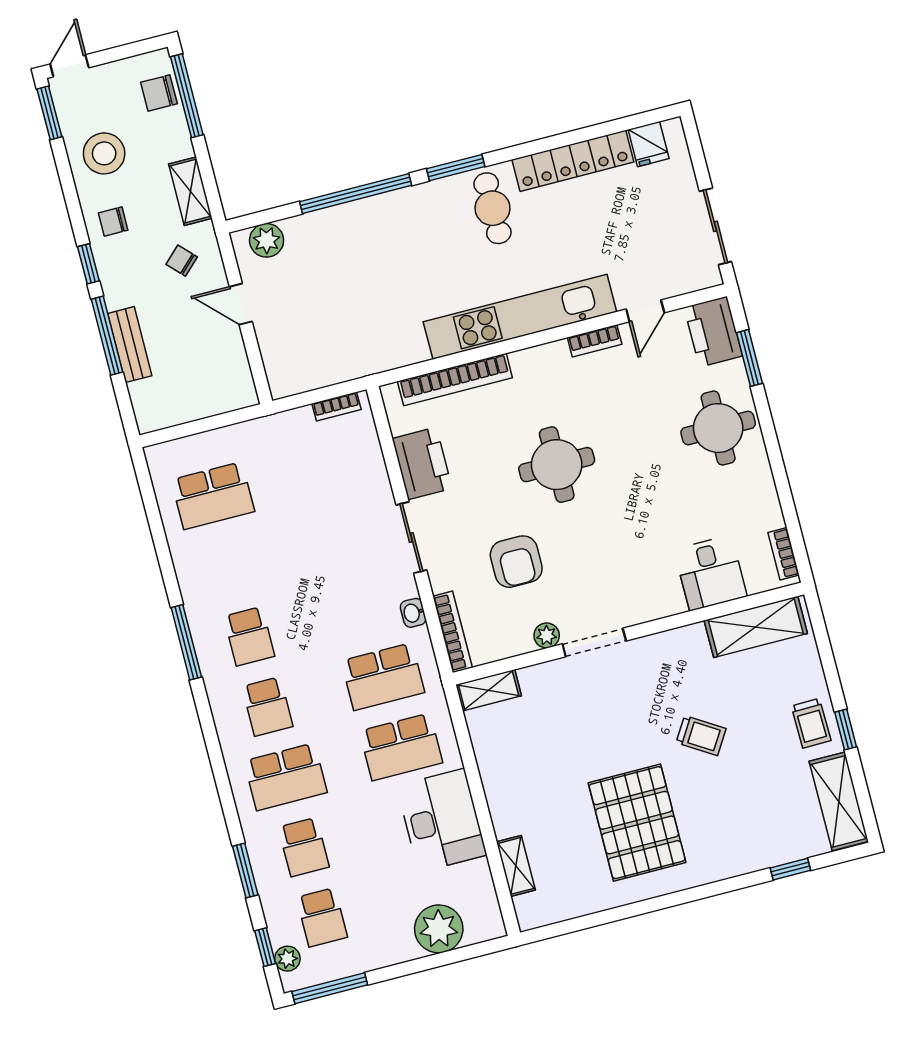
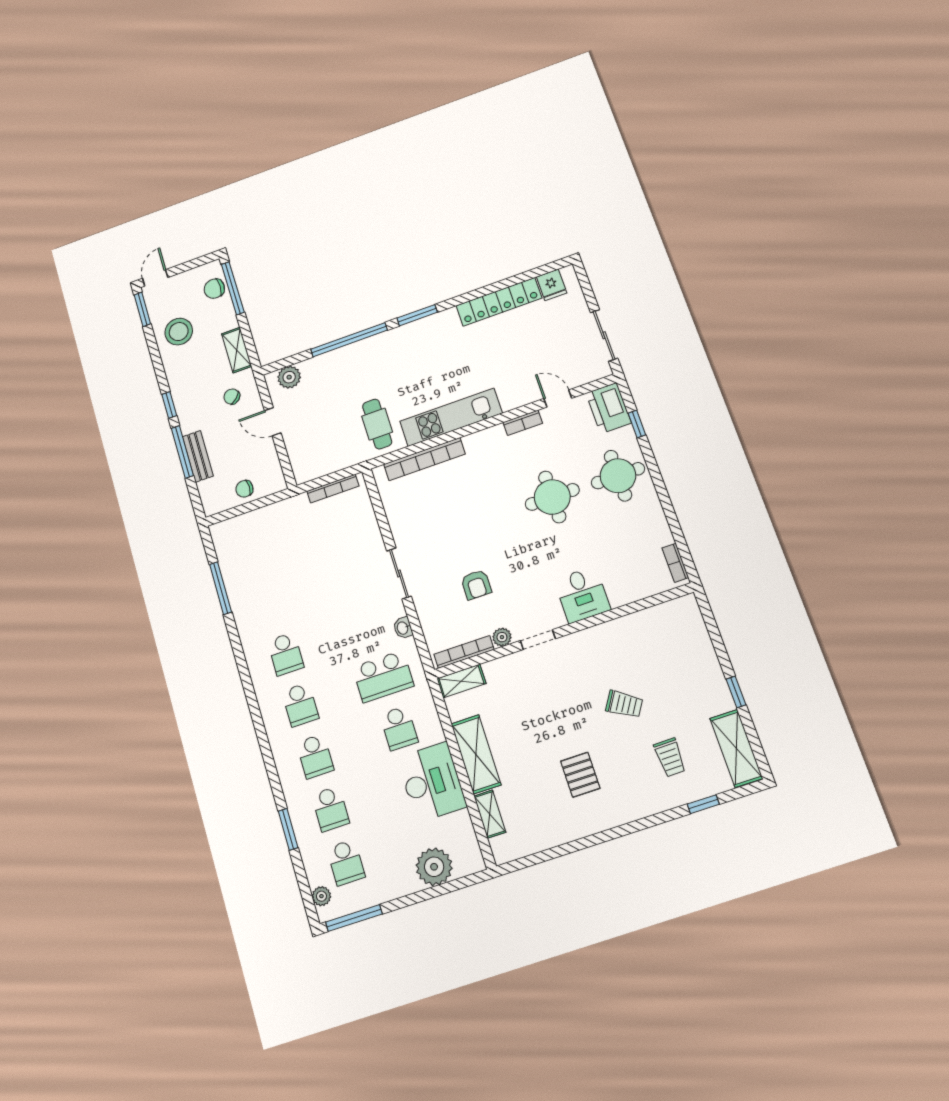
cafe table: (493, 208) -> (377, 424), moved
chair: (113, 222) -> (244, 489), moved
door: (645, 311) -> (558, 398), swing flipped
kitchen unit: (520, 317) -> (451, 417), width x0.73
window: (749, 358) -> (637, 424), width x0.67
bookcase: (337, 407) -> (333, 489), width x1.56
printer: (422, 463) -> (404, 520), removed
round table: (557, 465) -> (552, 497), moved
school desk: (213, 496) -> (257, 555), removed
armchair: (516, 562) -> (476, 585), width x0.72, depth x0.72
desk: (711, 573) -> (582, 595), moved
shelving: (756, 627) -> (476, 754), moved, turned 90
bookcase: (453, 632) -> (464, 652), moved, turned -90
window: (186, 642) -> (221, 588), moved
doorway: (594, 642) -> (538, 640), width x0.73
trolley: (811, 723) -> (670, 757), moved
school desk: (401, 747) -> (399, 728), width x0.54
school desk: (286, 777) -> (315, 756), width x0.54
pallet: (637, 823) -> (580, 775), width x0.49, depth x0.50
window: (265, 947) -> (305, 888), removed

